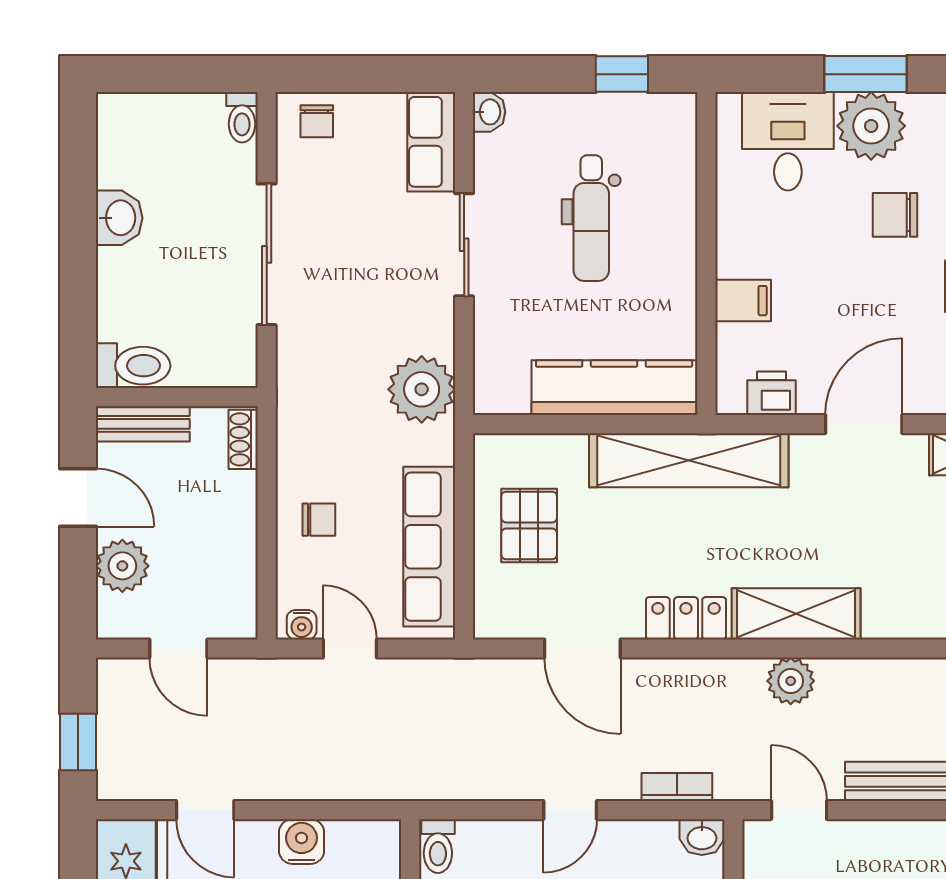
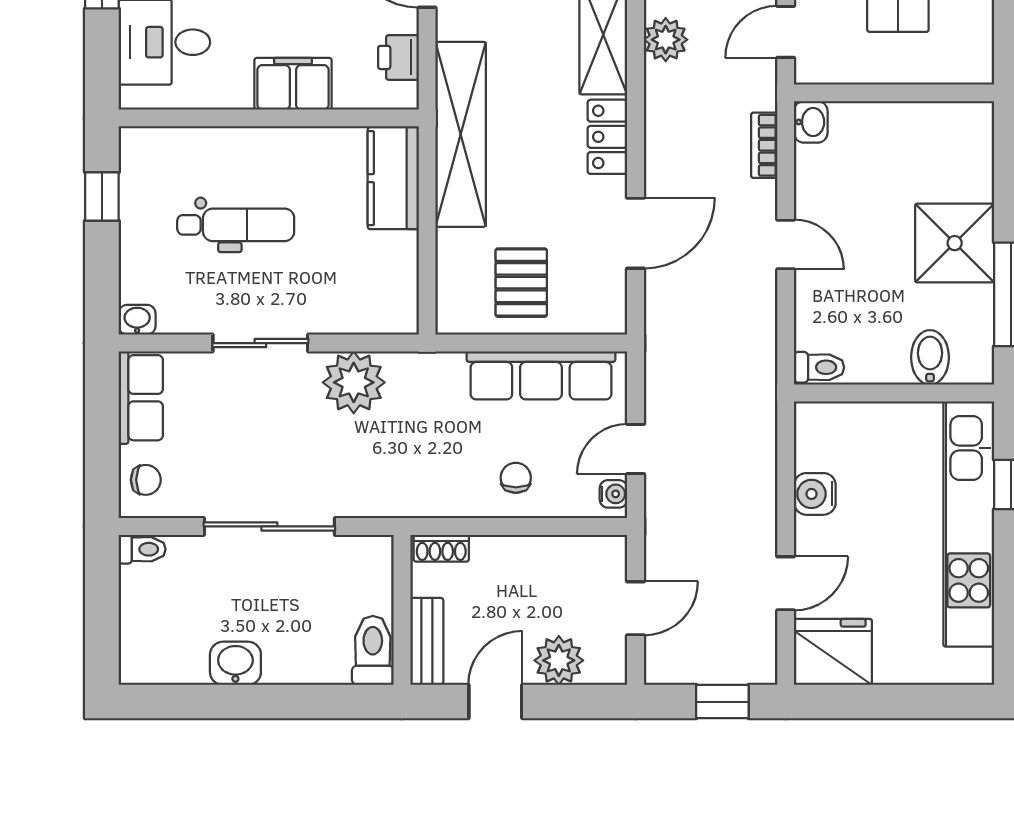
row of seats: (431, 142) -> (141, 398), moved, turned -90
filing cabinet: (743, 301) -> (293, 84), width x2.00
kitchen counter: (614, 388) -> (393, 178), width x0.67
plant: (422, 389) -> (354, 382), moved
pallet: (529, 525) -> (521, 283), turned 90

